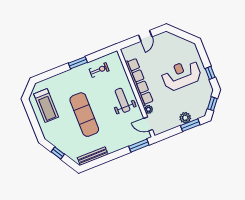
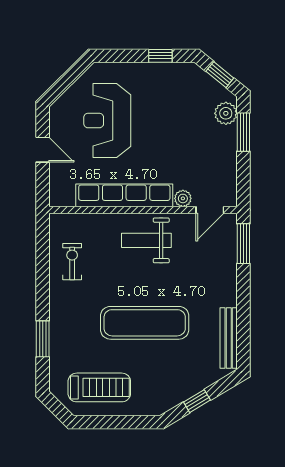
window: (78, 63) -> (43, 339), moved
reception desk: (181, 75) -> (107, 121), moved
plant: (185, 118) -> (226, 113), moved

